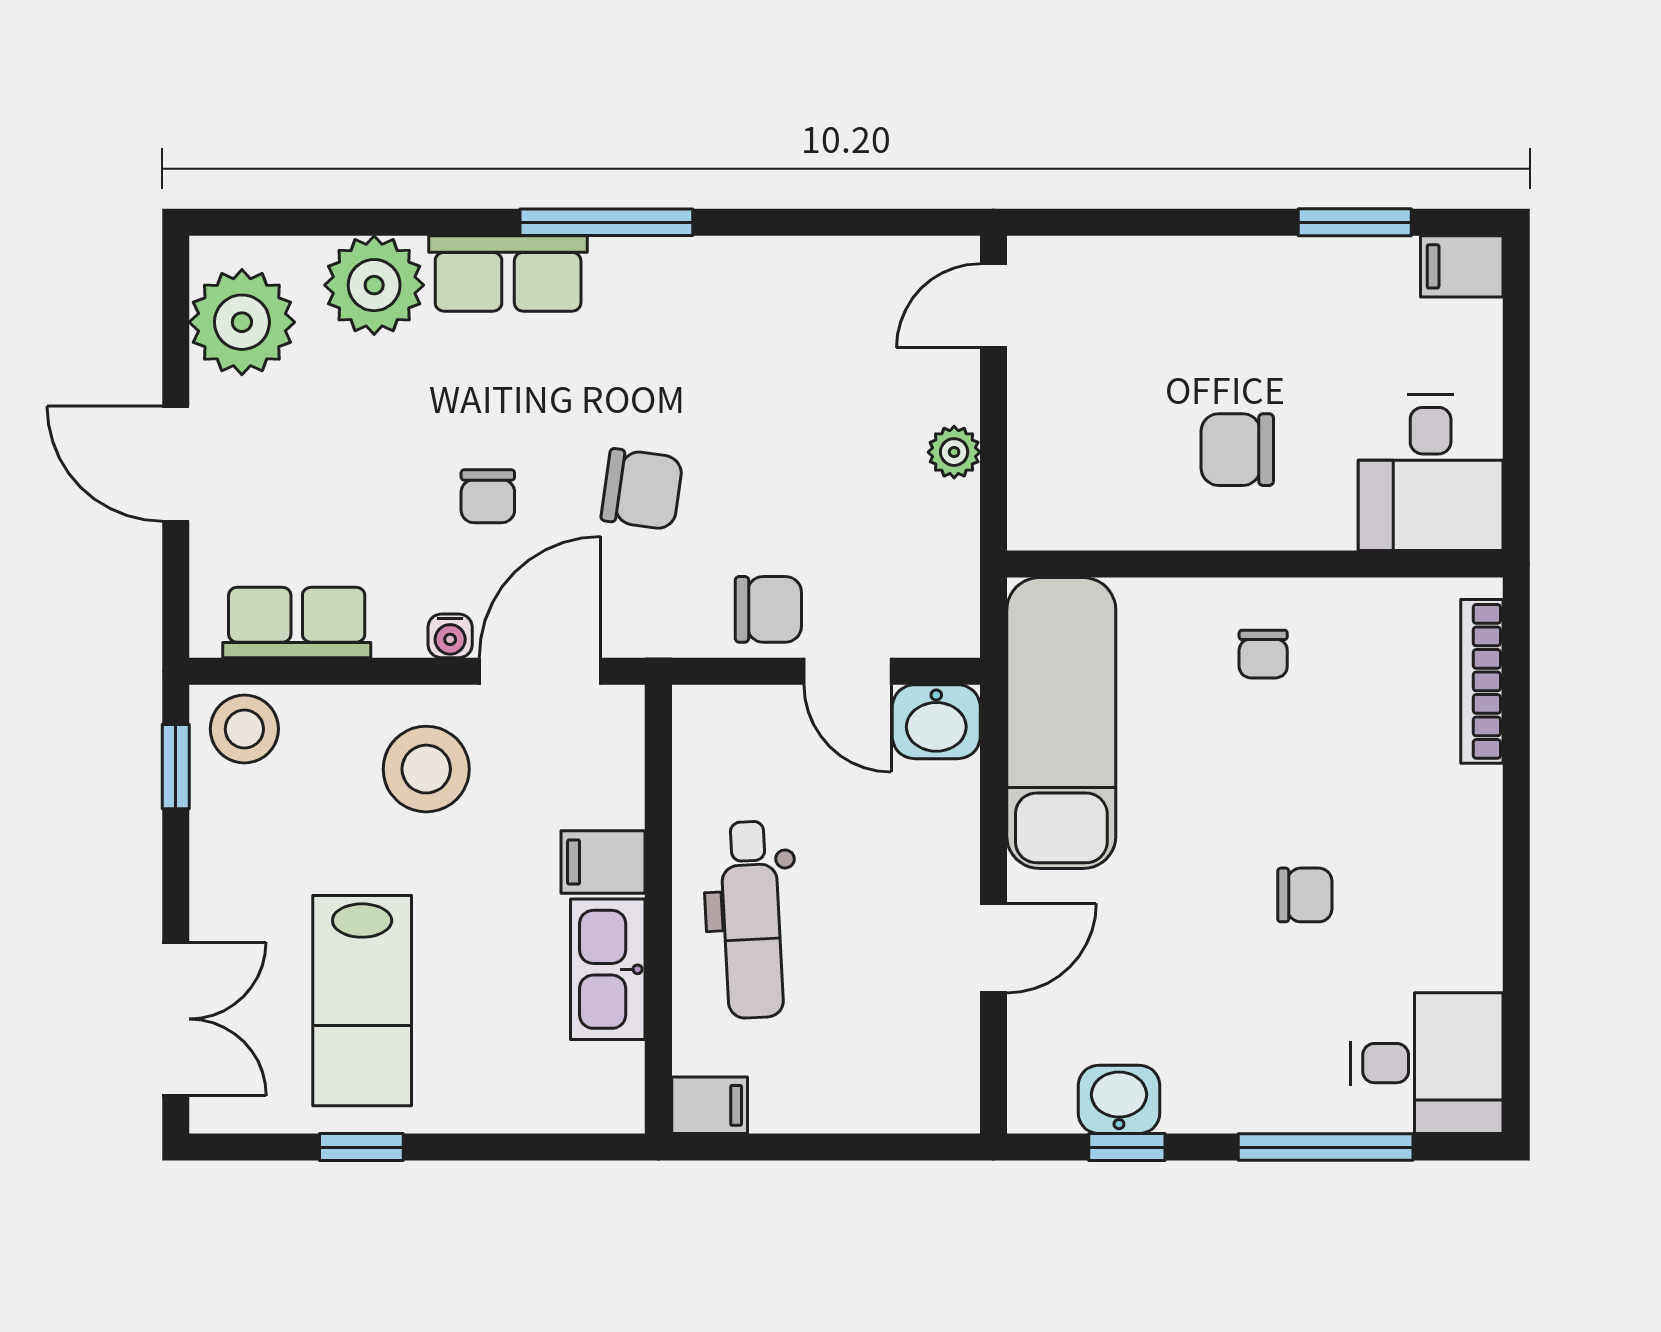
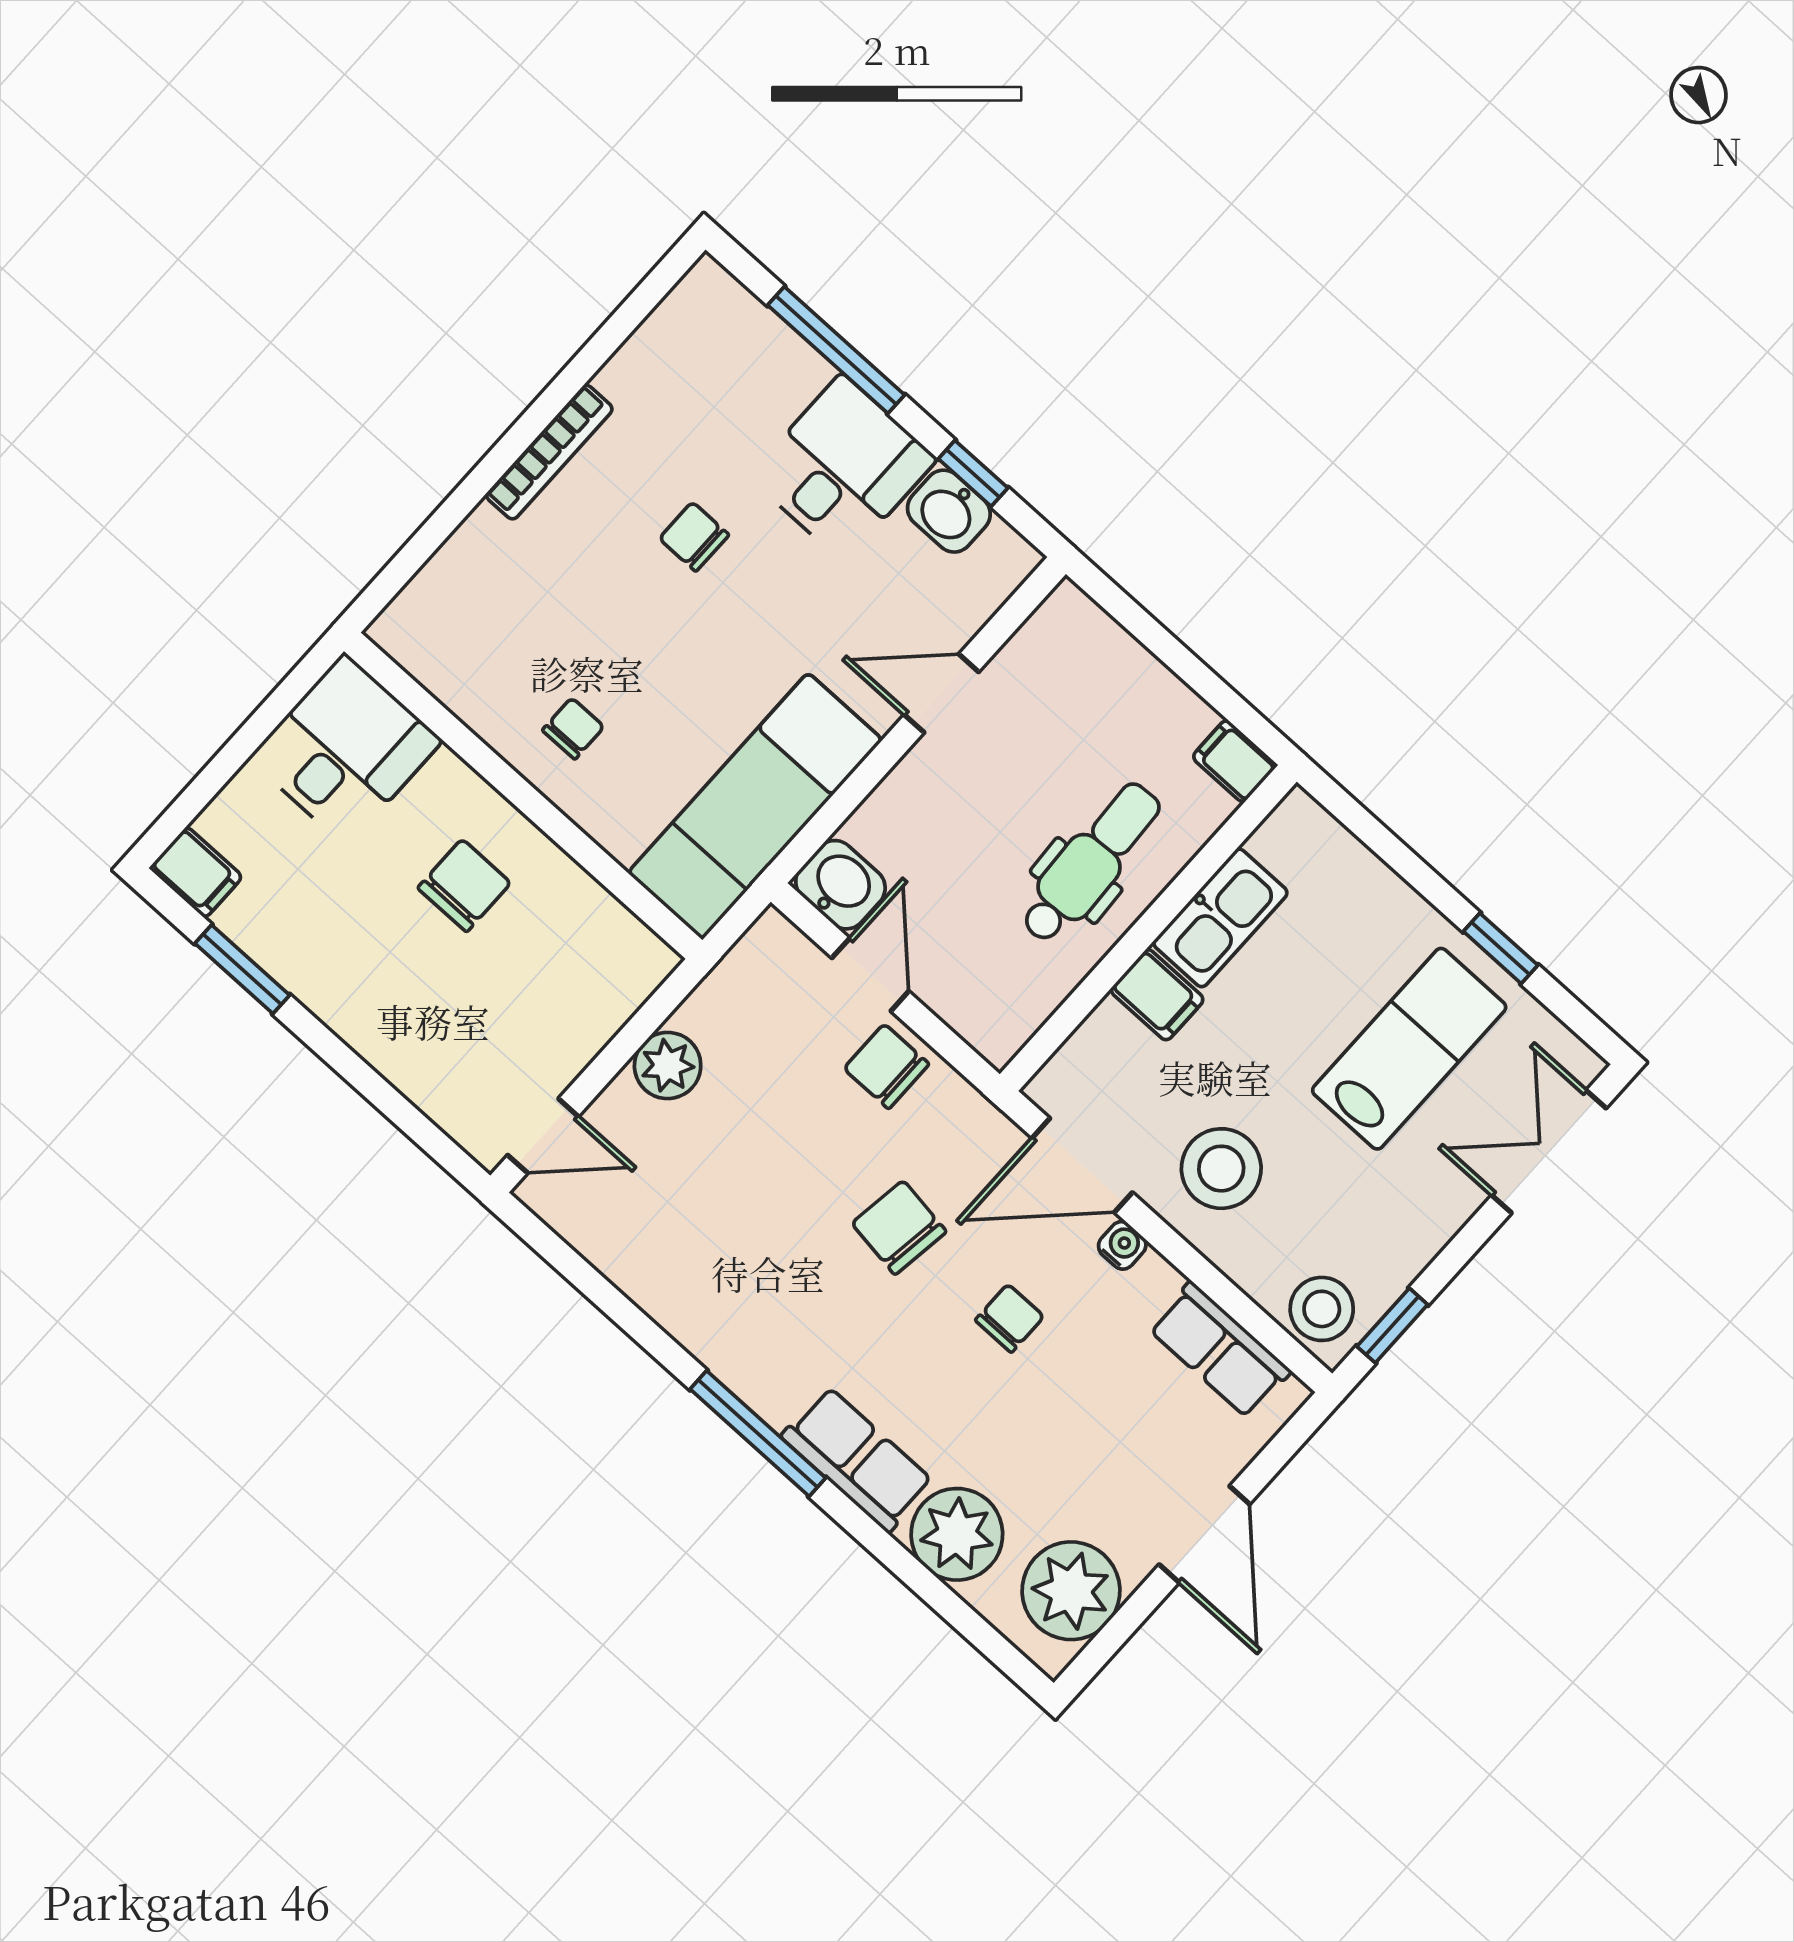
chair: (1237, 450) -> (464, 885), turned -90
plant: (954, 452) -> (668, 1066), width x1.38, depth x1.38
bookcase: (1482, 681) -> (549, 452), moved
desk: (1427, 1063) -> (843, 468), moved, turned 90

